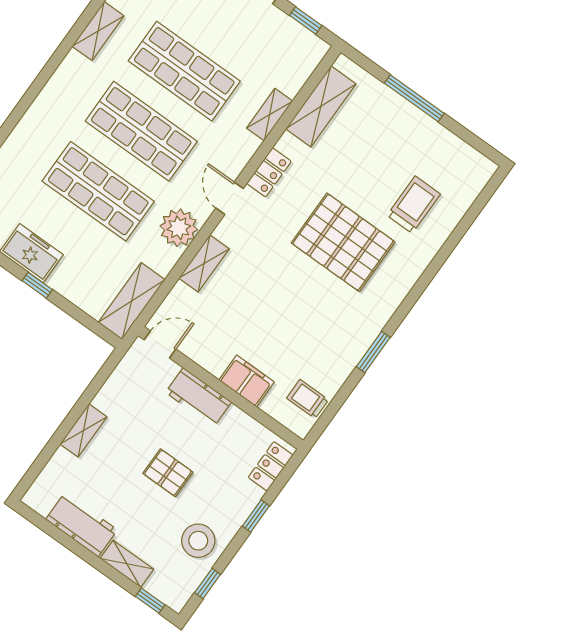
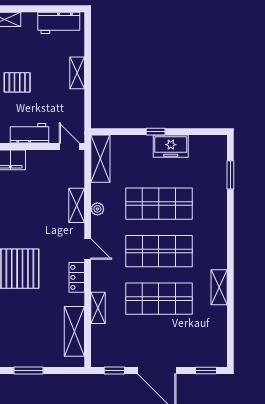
window: (414, 98) -> (28, 371), width x0.69
plant: (179, 228) -> (97, 209), width x0.53, depth x0.53
door: (160, 344) -> (69, 147), swing flipped
workbench: (82, 525) -> (59, 23), moved

